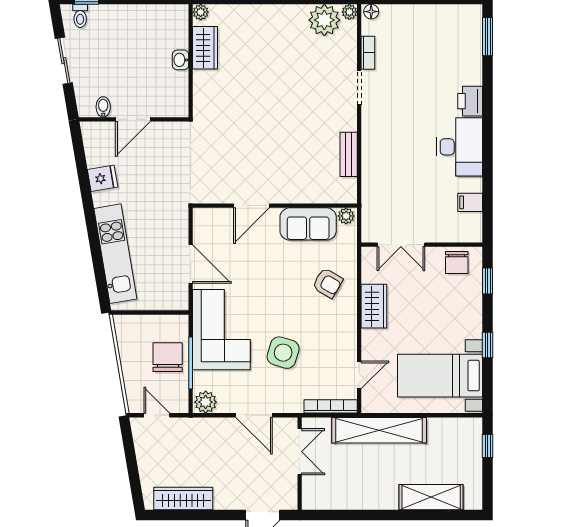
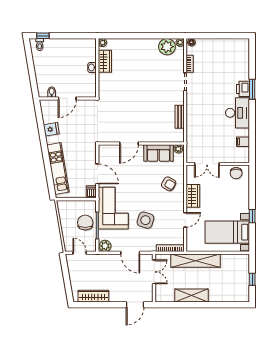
window: (488, 37) -> (252, 89), moved
sliding door: (64, 61) -> (31, 68), removed
window: (488, 281) -> (252, 183), removed
dishwasher: (179, 298) -> (91, 192), added
door: (359, 375) -> (185, 220), moved
window: (488, 446) -> (252, 279), moved
shelving: (431, 497) -> (191, 295), moved

